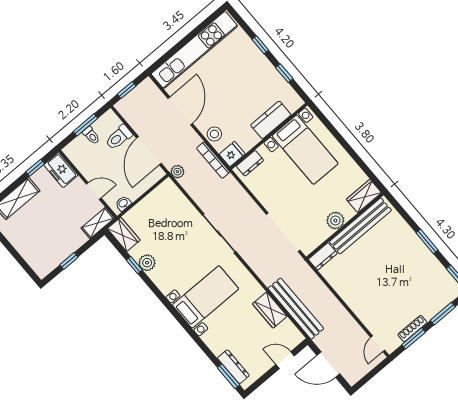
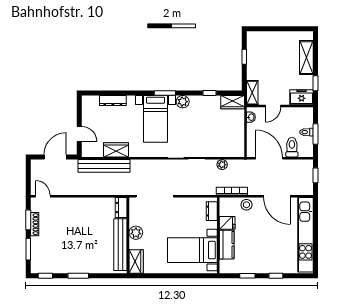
fridge: (232, 154) -> (227, 223), moved, turned -90
plant: (177, 172) -> (222, 165), moved
plant: (147, 263) -> (183, 102), moved
door: (285, 360) -> (79, 134), hinge flipped
dresser: (233, 367) -> (113, 100), moved
window: (229, 376) -> (165, 93), moved

